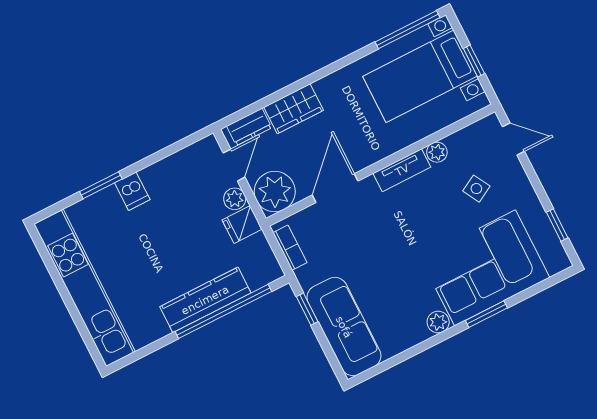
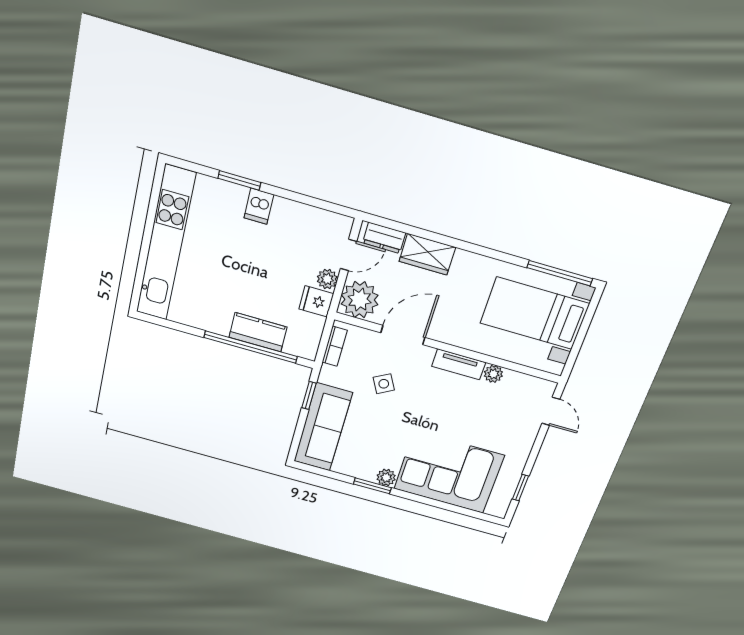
window: (474, 61) -> (580, 337), removed
side table: (476, 189) -> (384, 384), moved
kitchen counter: (205, 300) -> (258, 332), width x0.67
window: (486, 314) -> (372, 486), moved

